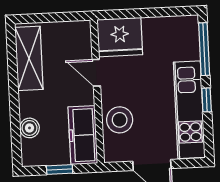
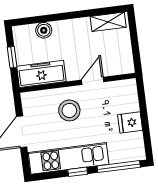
fridge: (120, 37) -> (130, 123), moved, width x0.53, depth x0.75
shelving: (29, 58) -> (108, 22), width x0.67, depth x0.75
stool: (120, 120) -> (69, 110), moved

